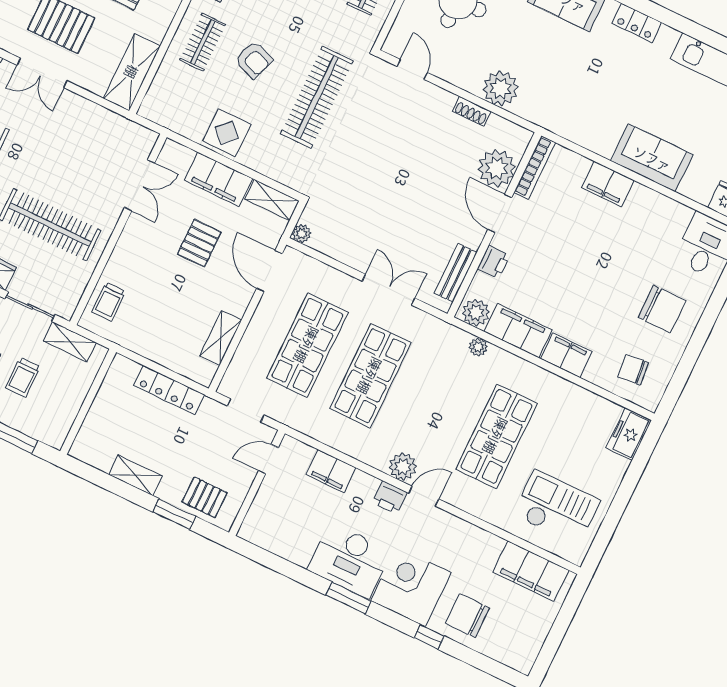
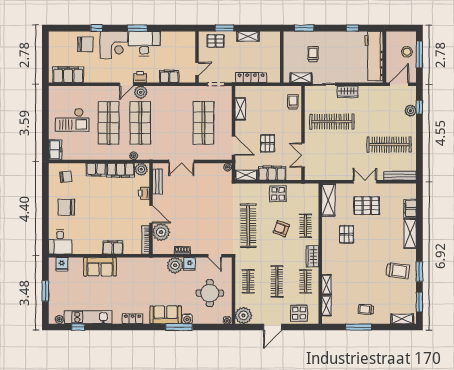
fridge: (471, 77) -> (190, 264), added
shop shelf: (370, 376) -> (140, 123), moved
checkout: (557, 508) -> (72, 120), moved

